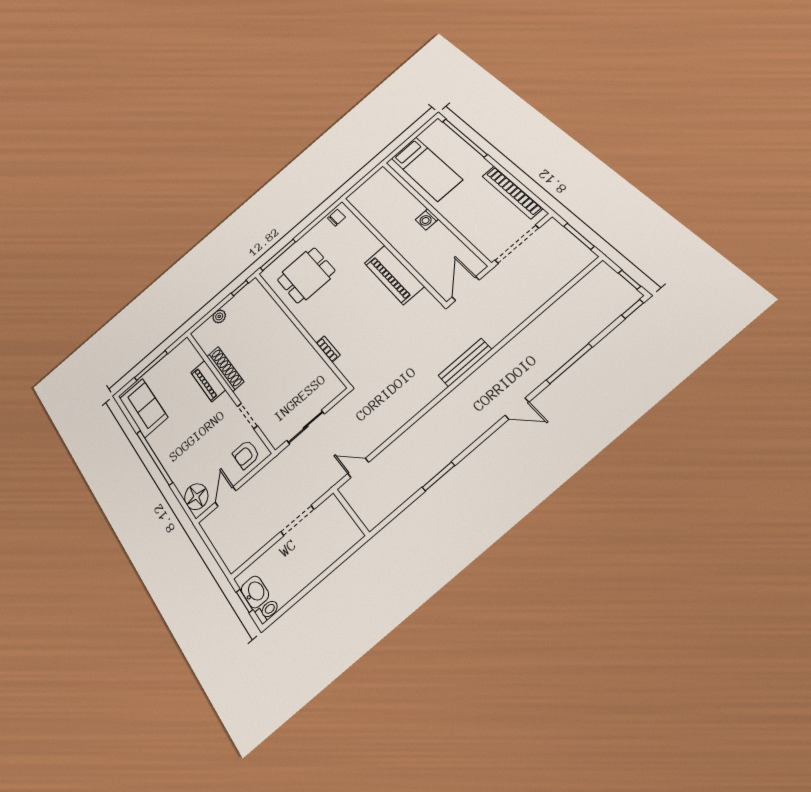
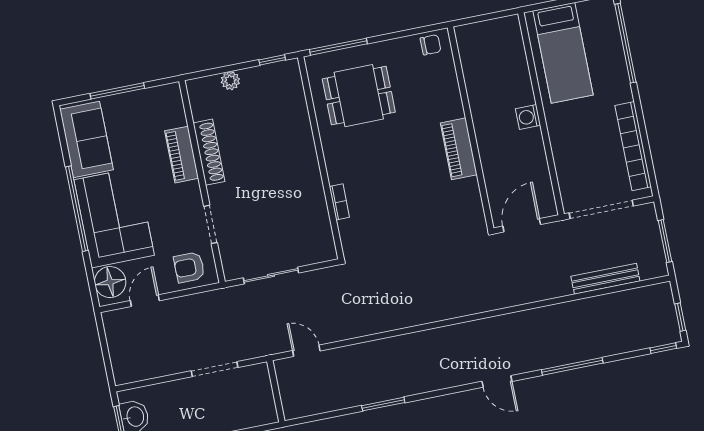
piano: (394, 275) -> (459, 149), width x0.73, depth x0.75
bench: (465, 362) -> (605, 279), moved
corner sofa: (181, 449) -> (114, 218), added

